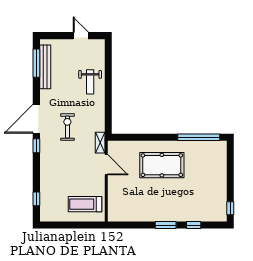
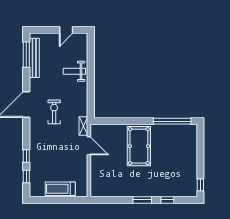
door: (81, 36) -> (66, 30), swing flipped
weight bench: (90, 82) -> (74, 71), turned 90
window: (36, 146) -> (26, 156), moved
pool table: (162, 165) -> (139, 146), turned 90
treadmill: (85, 204) -> (60, 189), moved

